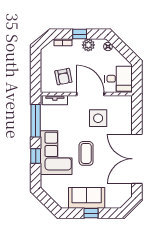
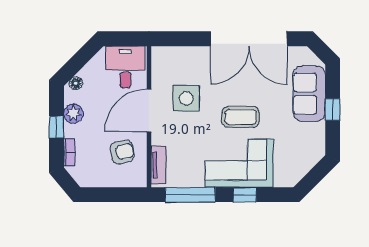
sofa: (87, 198) -> (309, 94), moved

